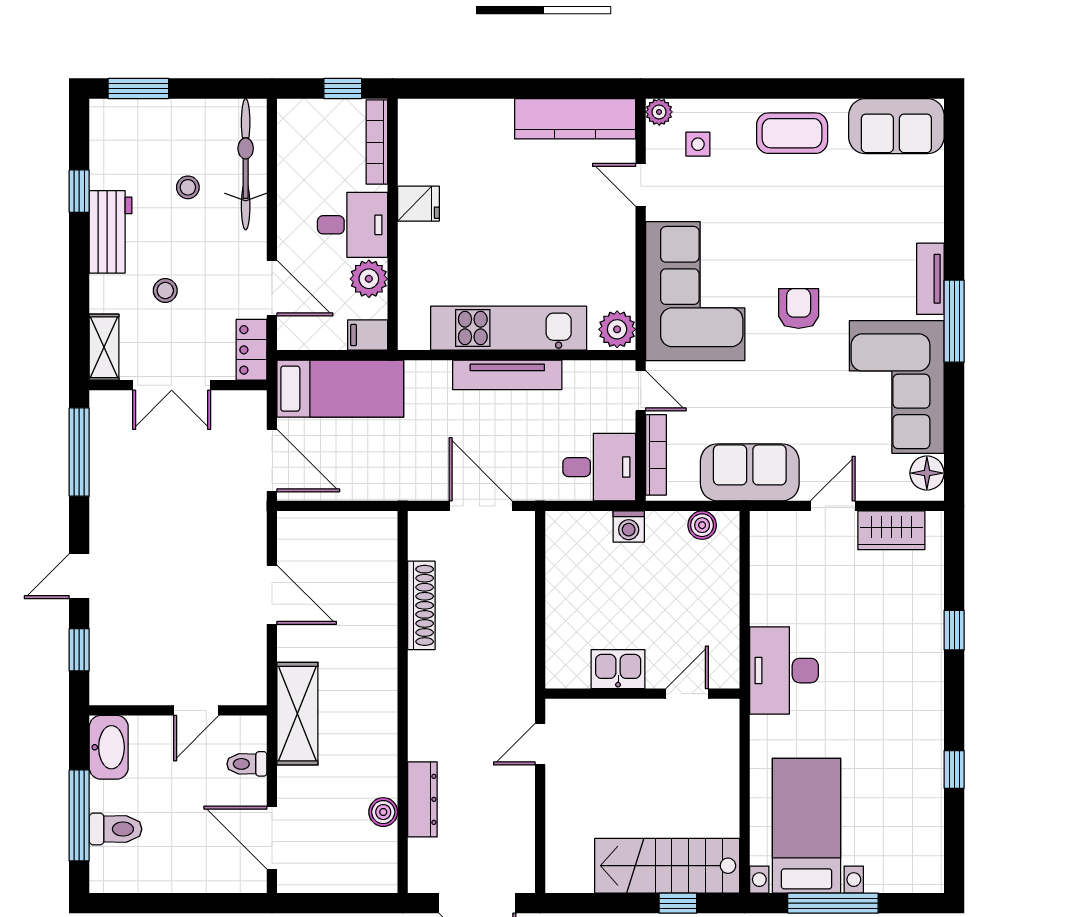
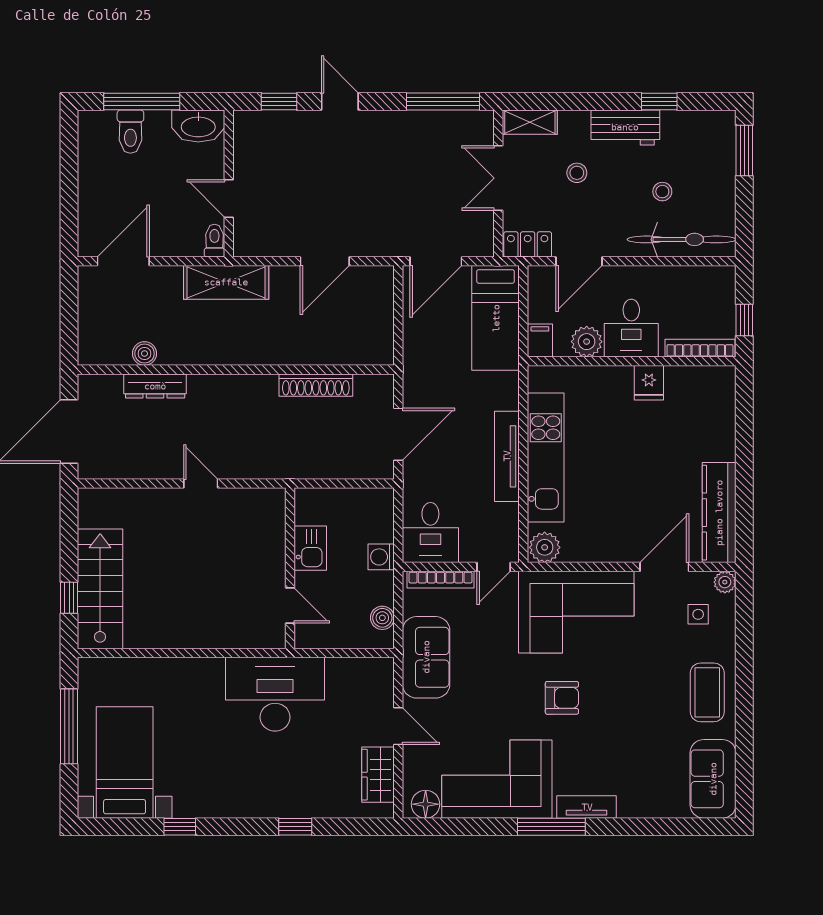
door: (641, 185) -> (664, 567), width x1.38
kitchen sink: (618, 669) -> (310, 548), moved
desk: (784, 671) -> (275, 694), width x1.36, depth x1.30
wall: (642, 694) -> (290, 568), moved
door: (687, 694) -> (290, 605), moved
toilet: (247, 764) -> (214, 241), moved
bed with nightstands: (807, 826) -> (125, 762), moved, turned -90

